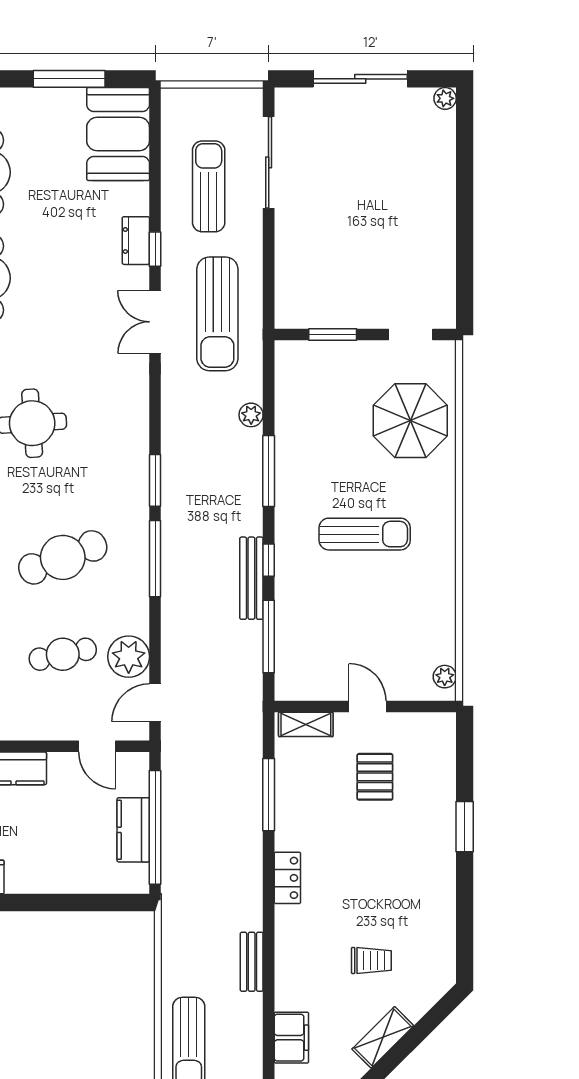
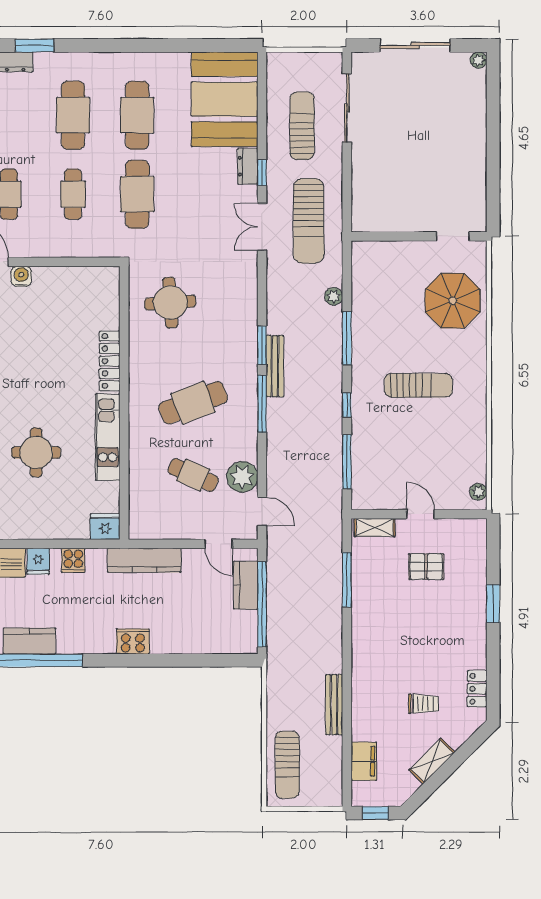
window: (69, 79) -> (198, 45), removed
booth: (118, 134) -> (225, 99), width x1.36, depth x1.42
window: (333, 334) -> (395, 236), removed
bench: (251, 578) -> (275, 366), moved
cafe table: (63, 654) -> (193, 475), turned 36
door: (155, 703) -> (262, 511), swing flipped
pallet: (375, 777) -> (426, 567), turned 90
kitchen counter: (133, 830) -> (246, 585), moved
locker: (287, 878) -> (477, 689), moved, turned 180
bench: (252, 962) -> (334, 705), width x1.36

